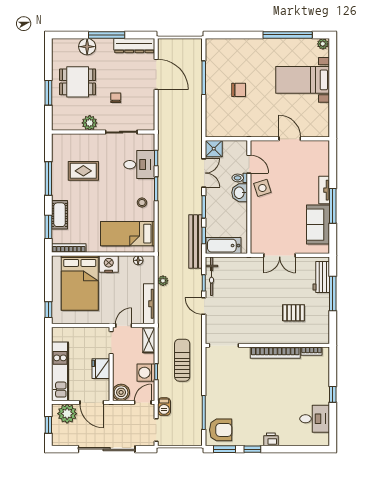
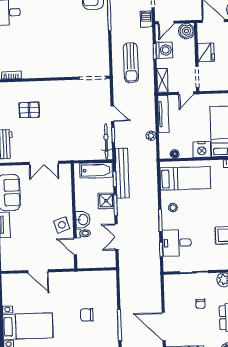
shower: (214, 149) -> (106, 201), moved
double door: (280, 255) -> (44, 163), swing flipped
bookcase: (275, 353) -> (45, 73), removed

